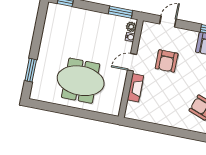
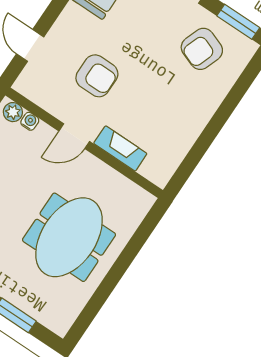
door: (132, 62) -> (74, 136), hinge flipped

